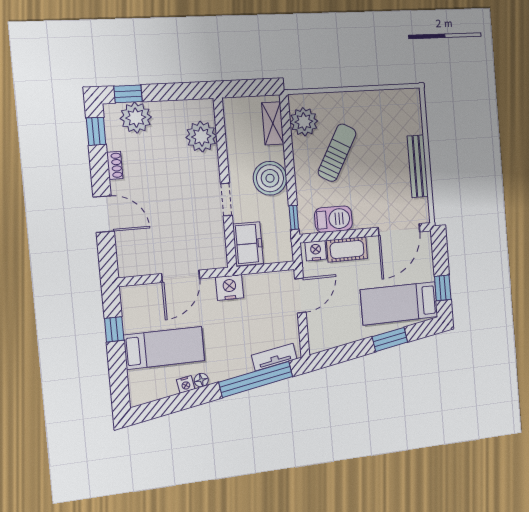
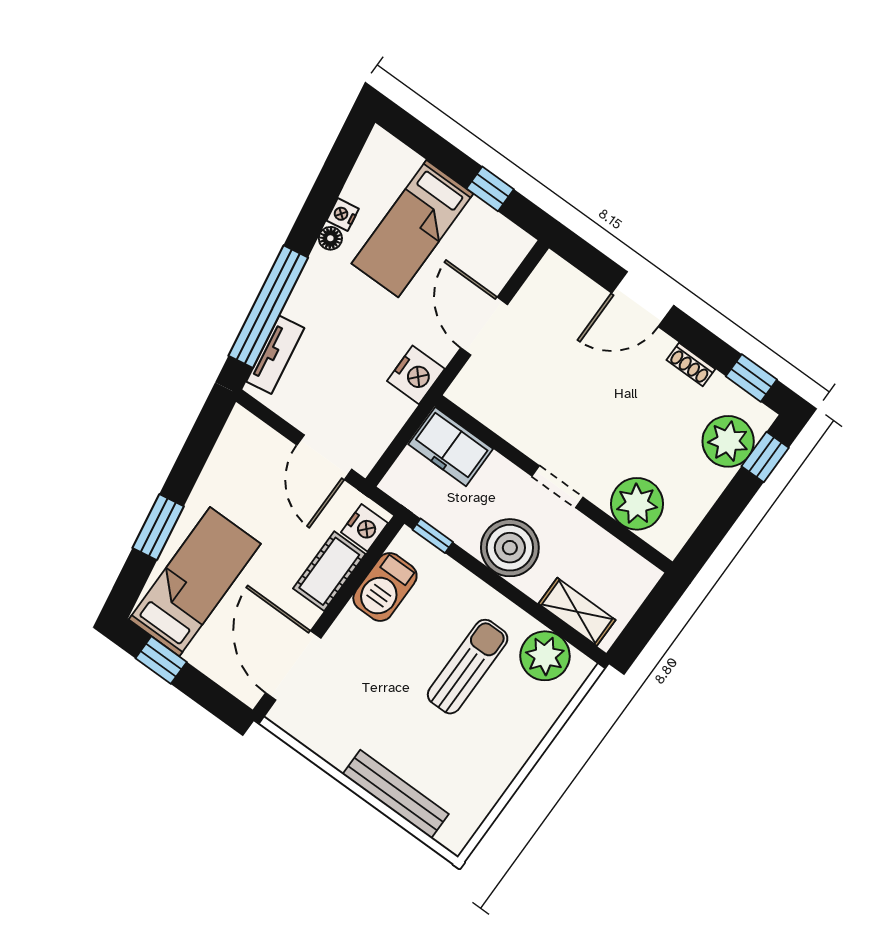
sun lounger: (337, 153) -> (468, 667), turned -119
bench: (418, 166) -> (396, 794), moved
doorway: (226, 199) -> (557, 487), moved

